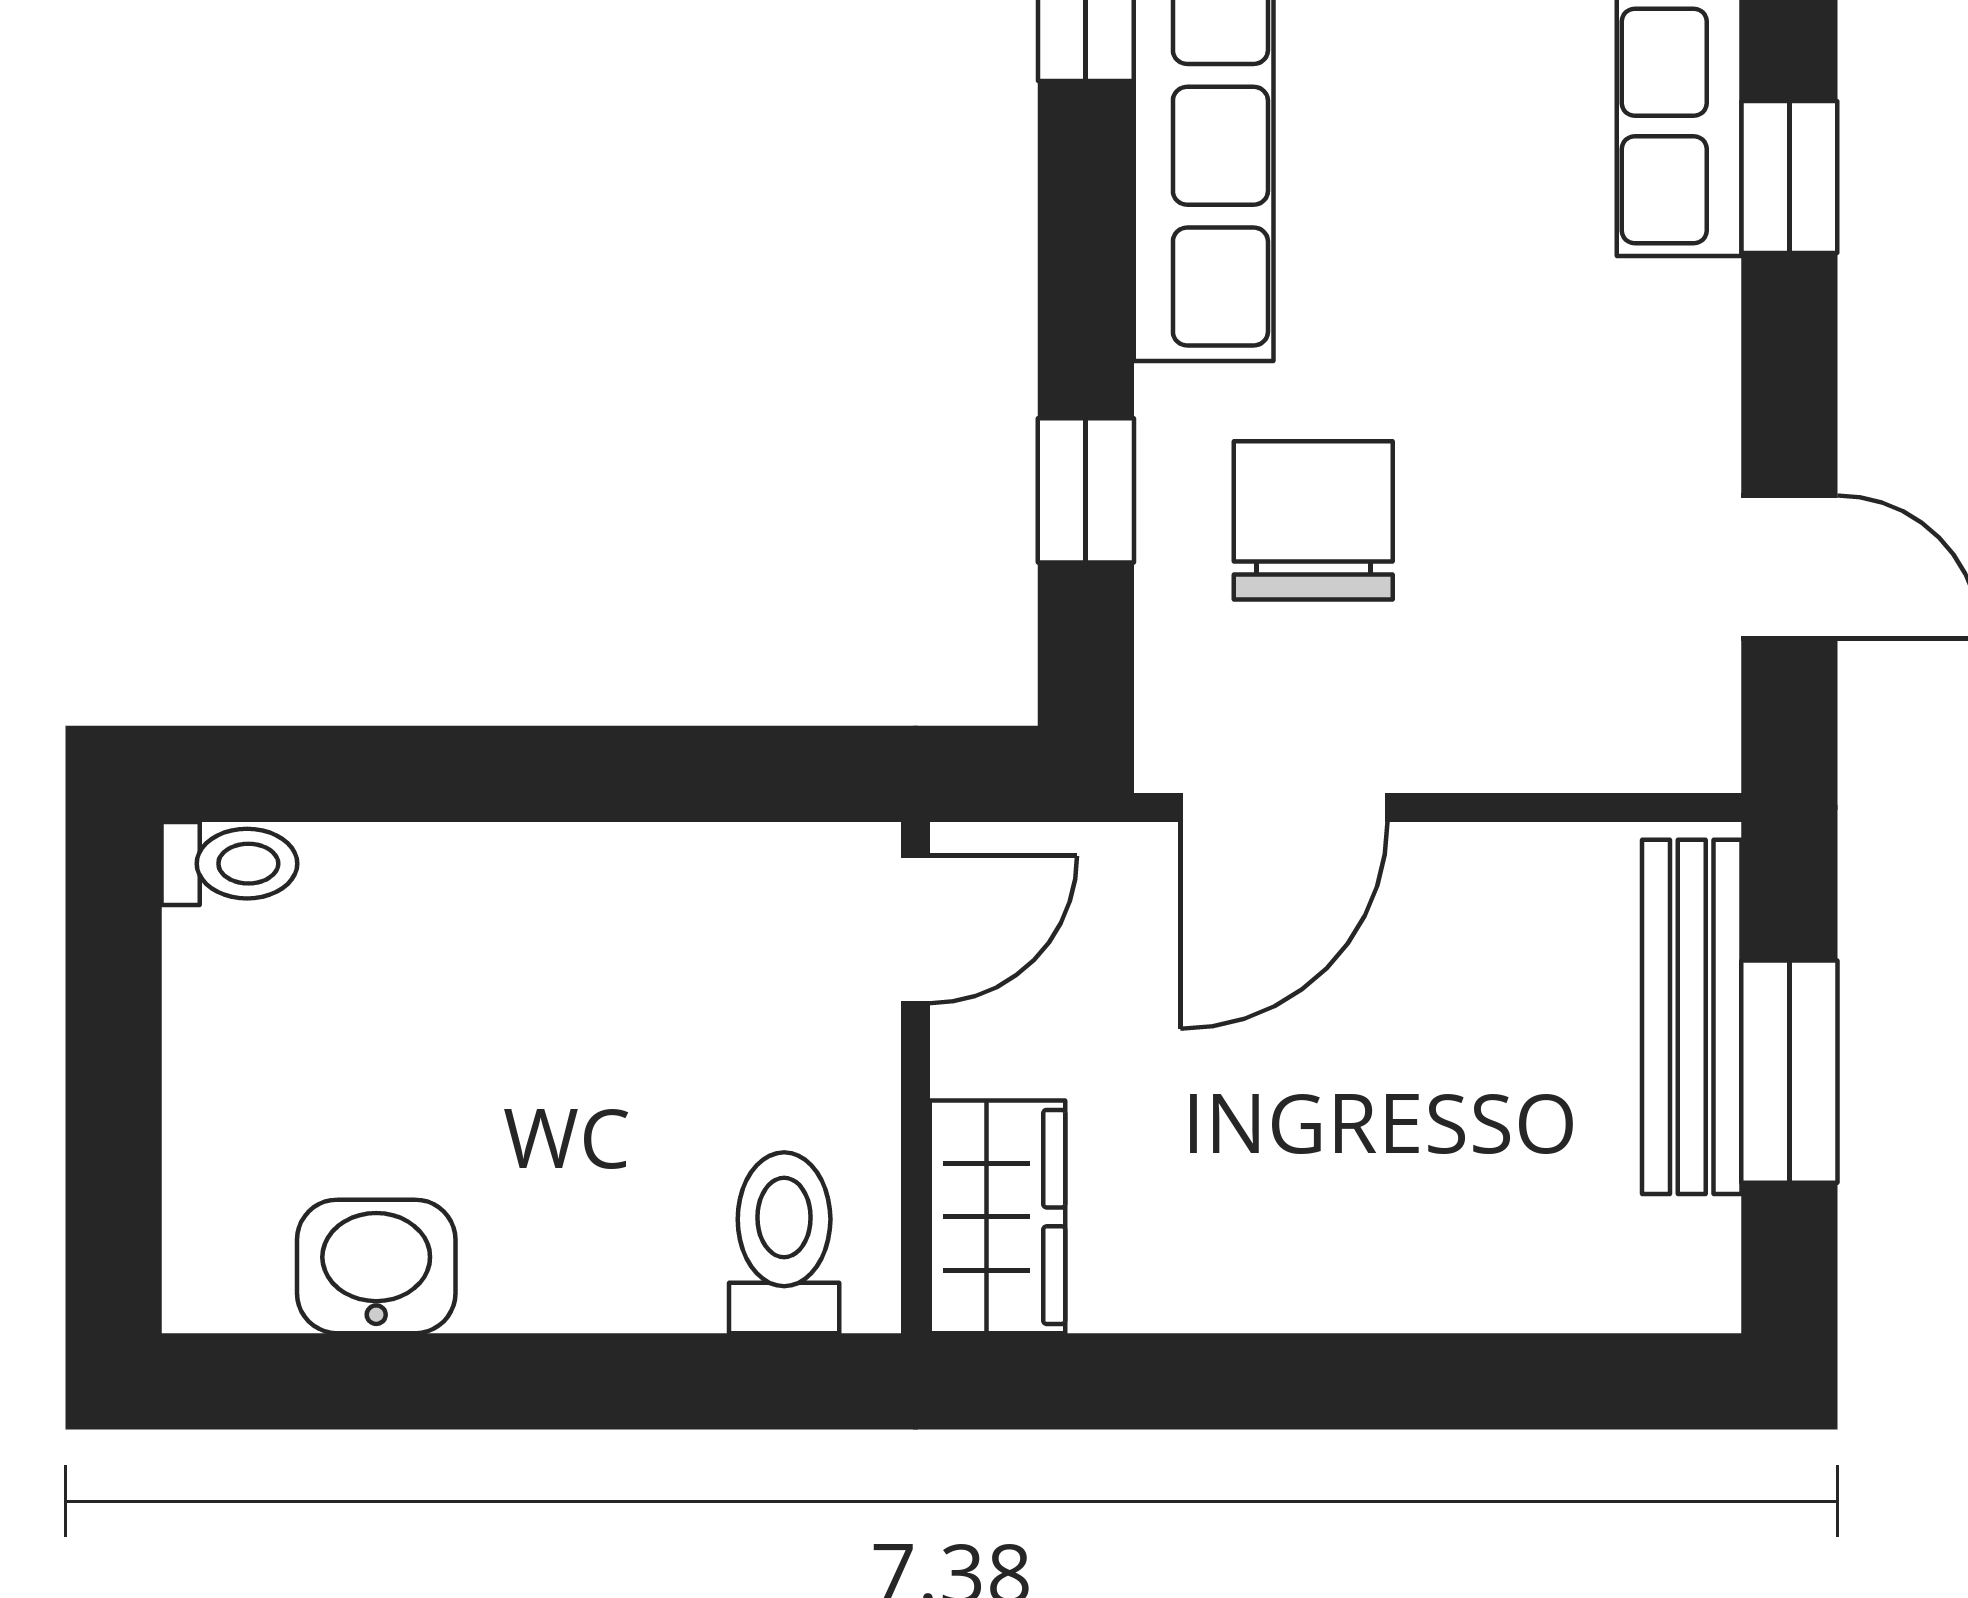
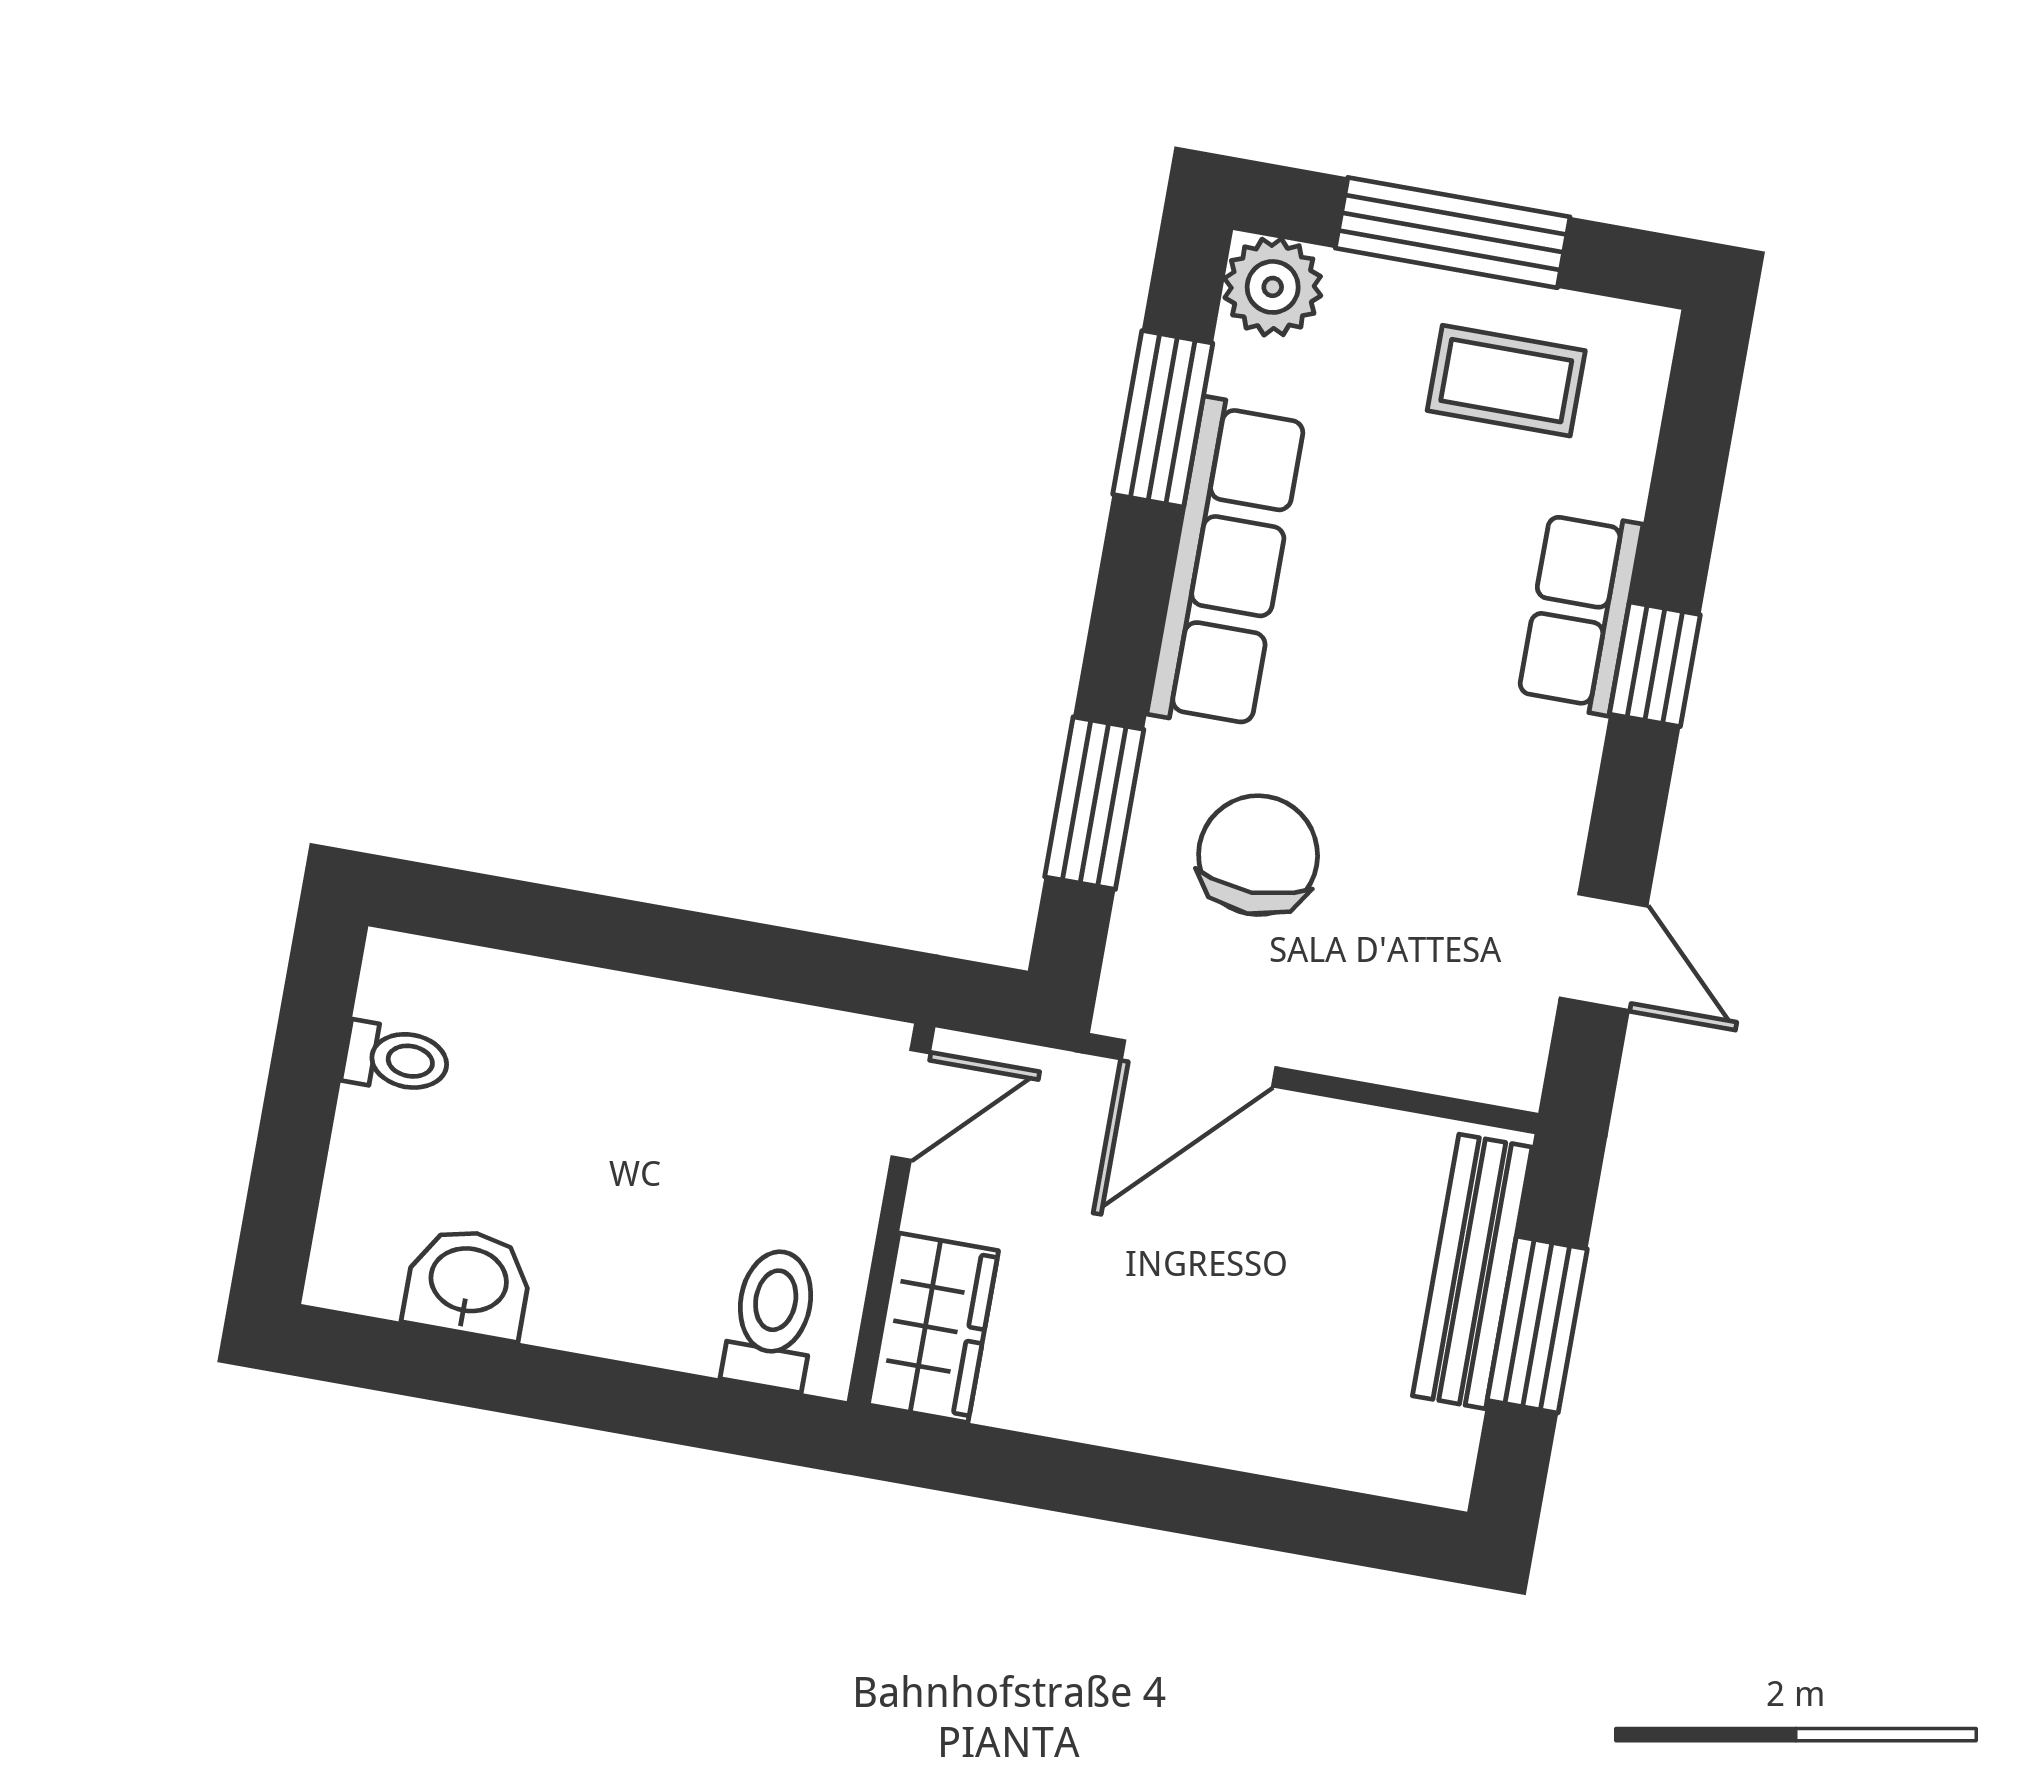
window: (1086, 490) -> (1094, 803), width x1.50
toilet: (229, 864) -> (396, 1059), moved

